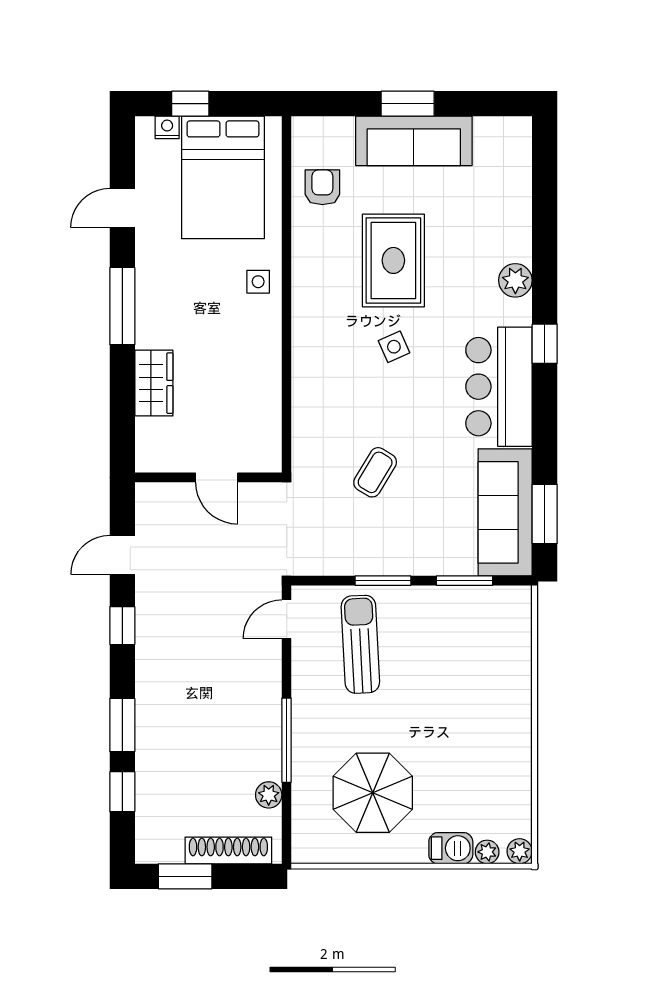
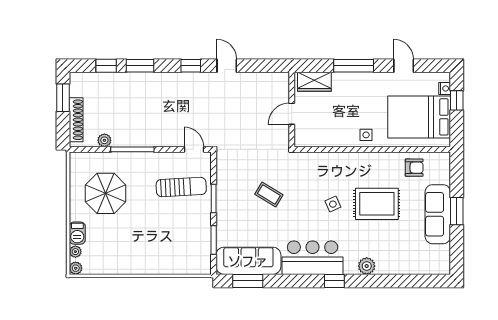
wall: (208, 477) -> (292, 110), moved
door: (217, 477) -> (292, 114), moved

